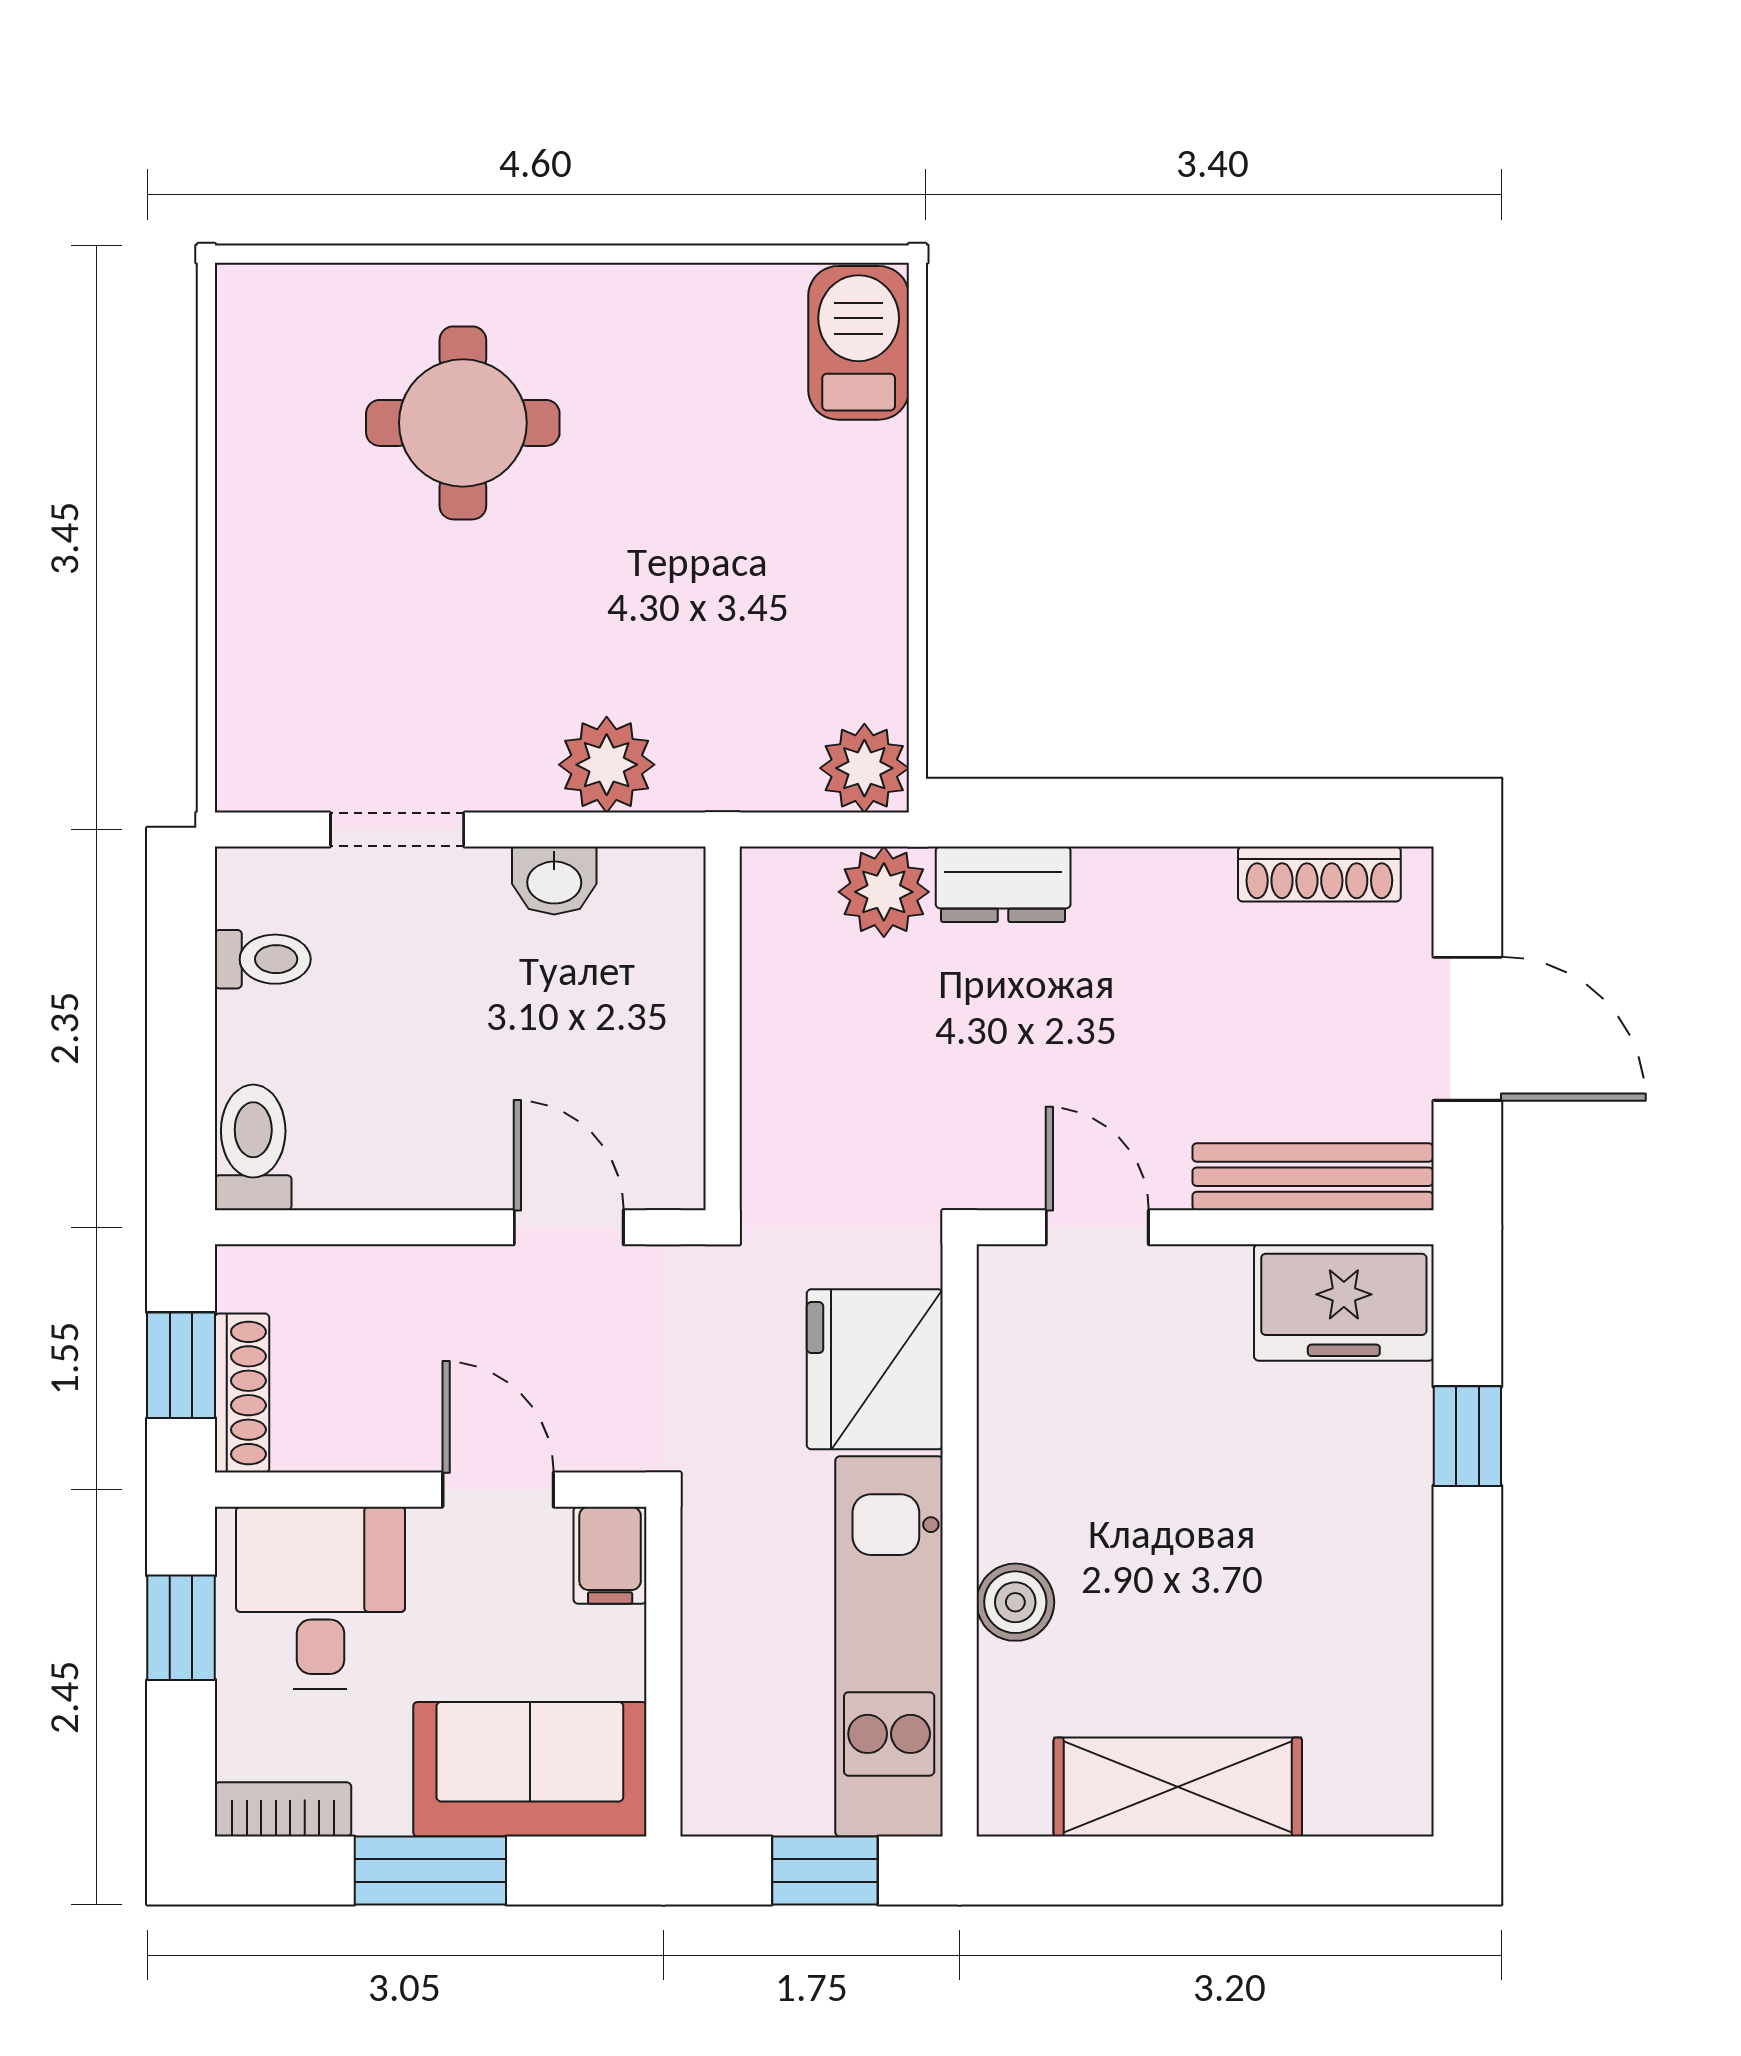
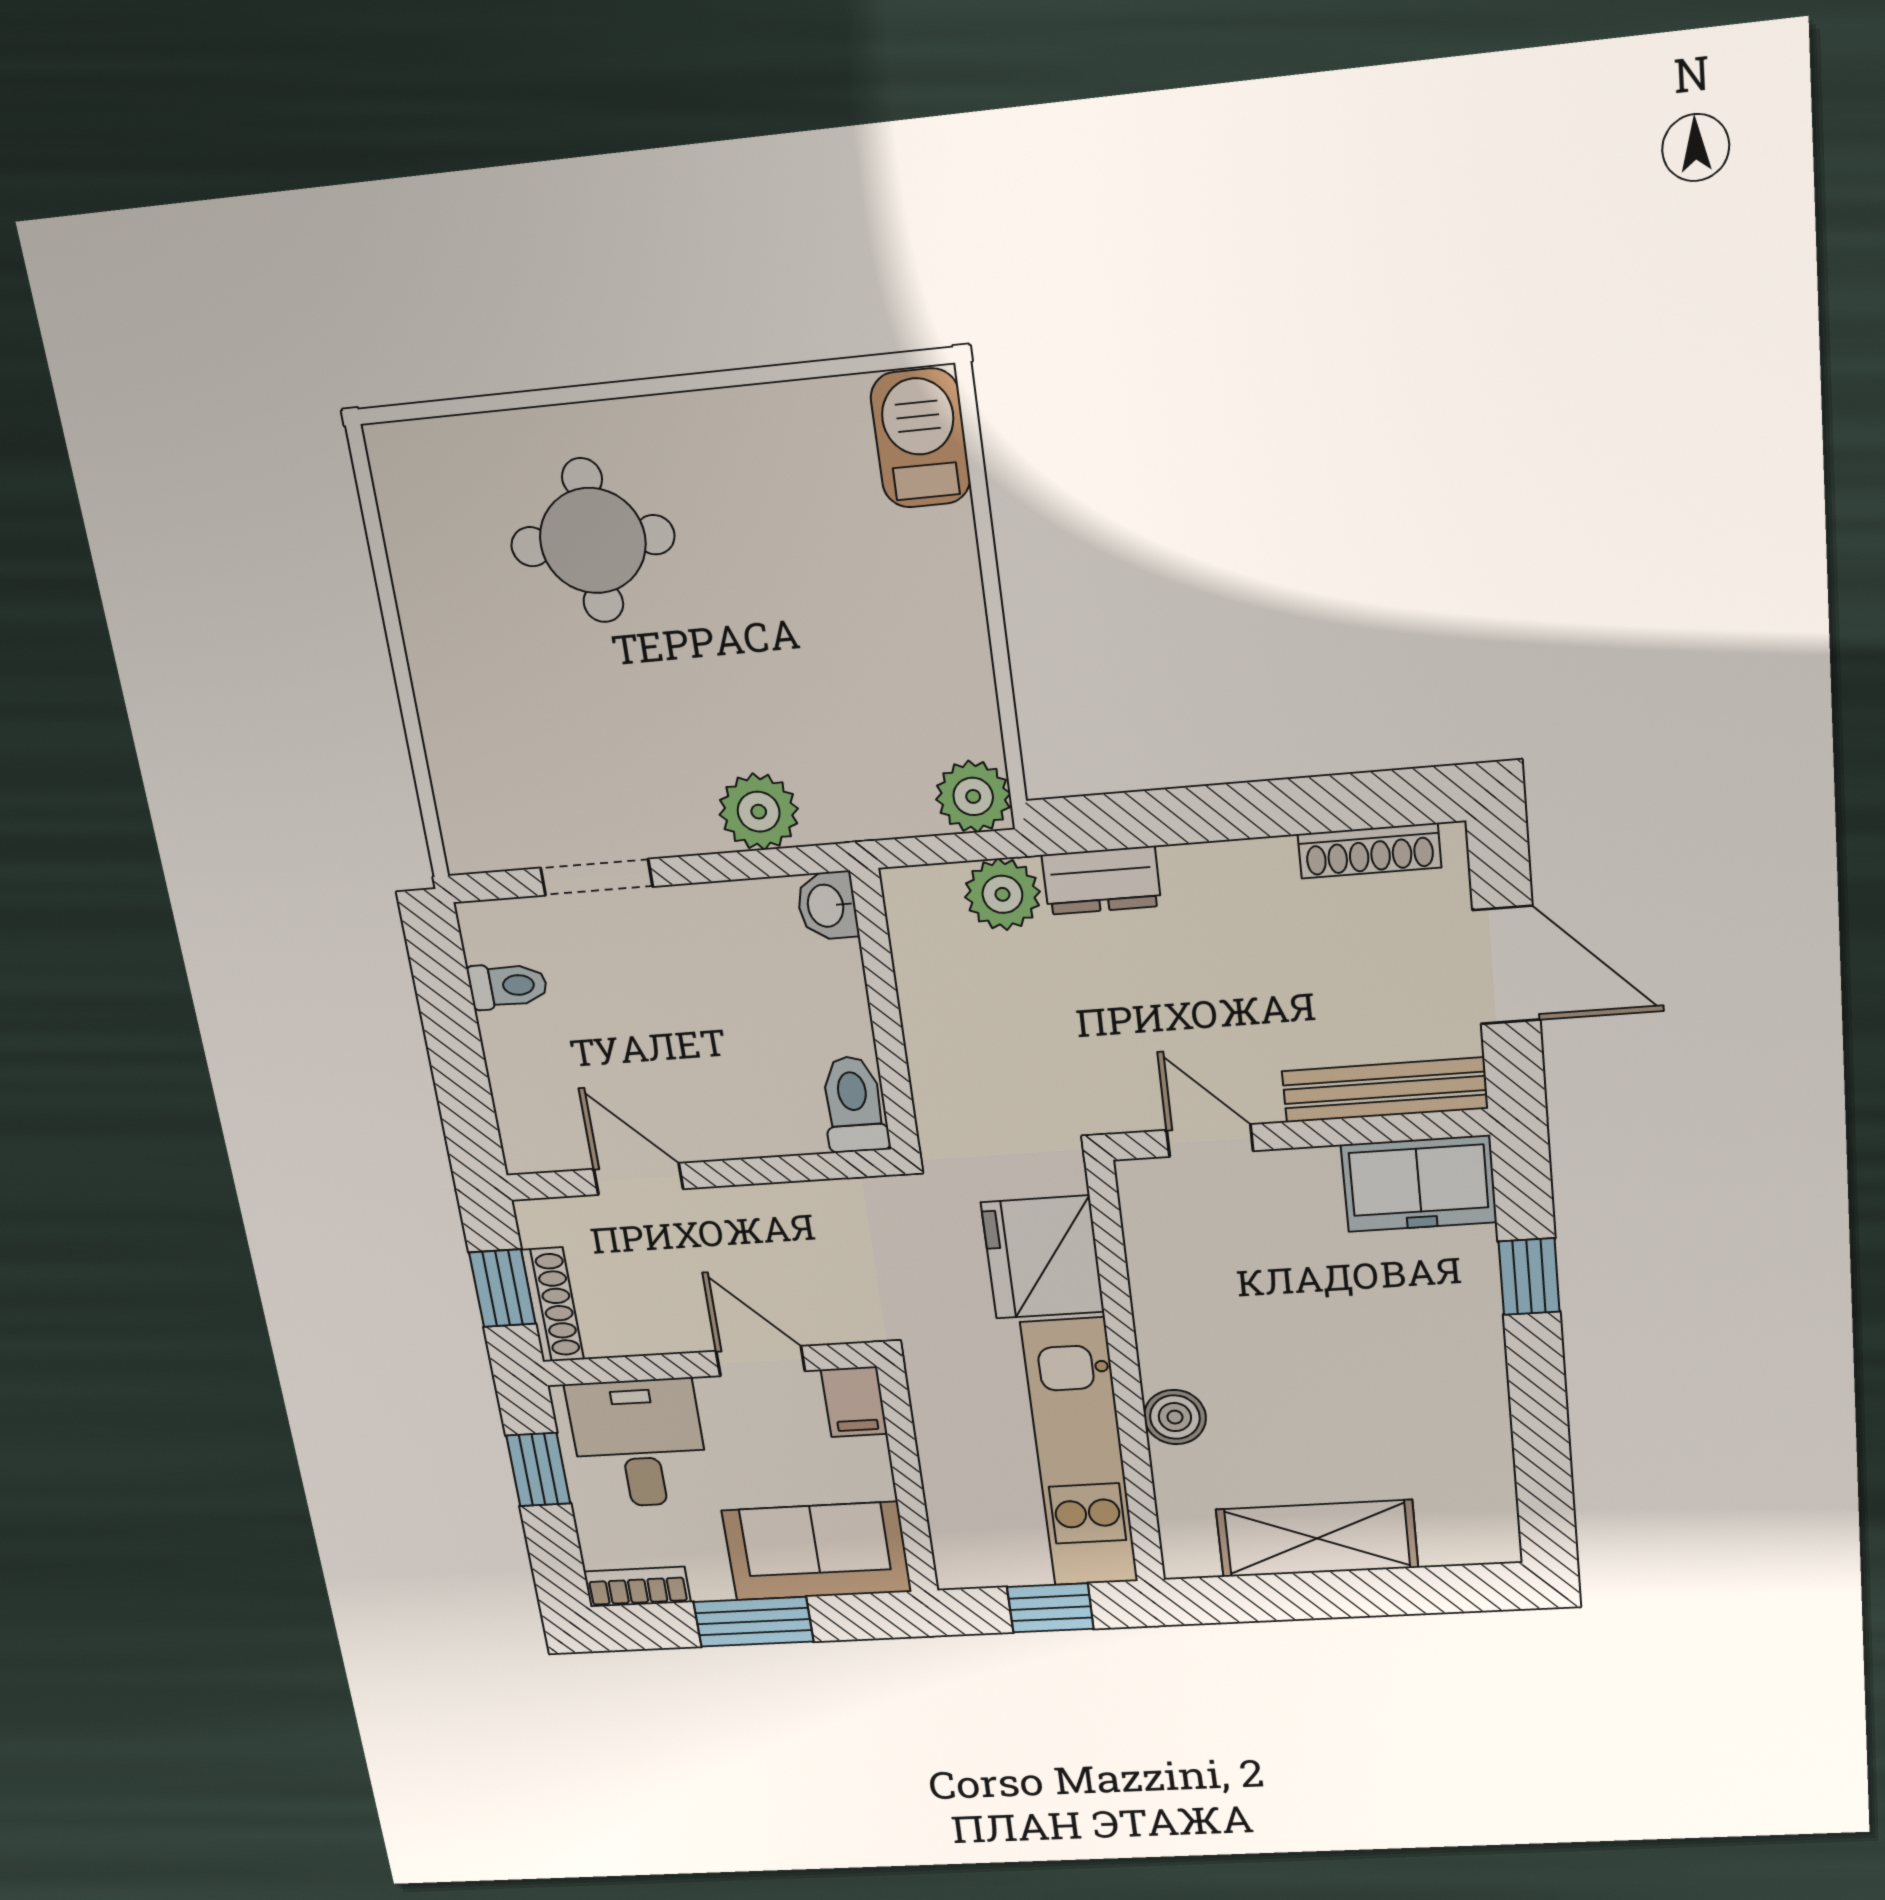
washbasin: (554, 881) -> (827, 906), moved, turned 90
toilet: (253, 1147) -> (854, 1104), moved
door: (569, 1227) -> (638, 1179), moved

